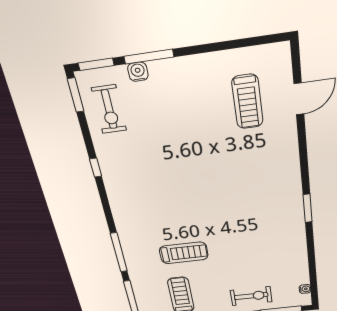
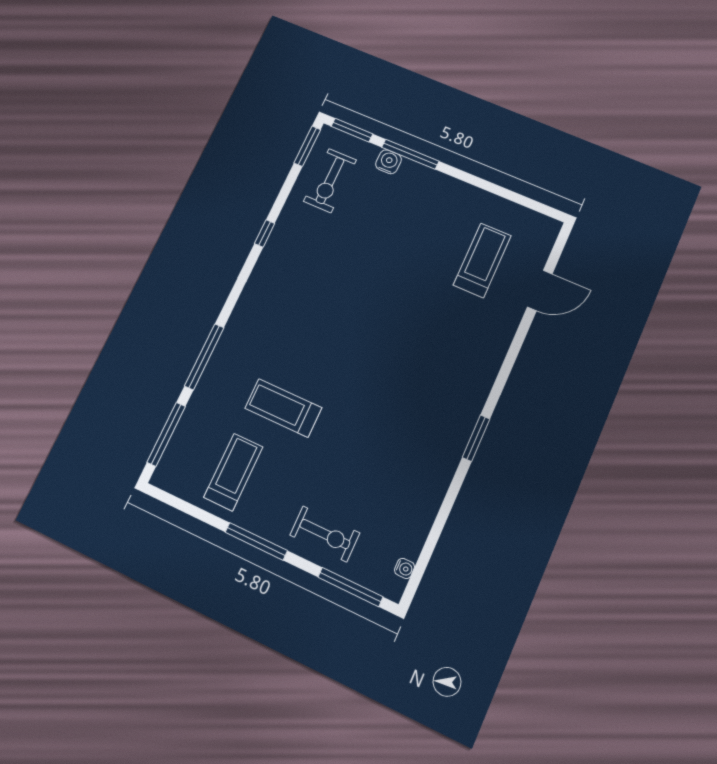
treadmill: (247, 102) -> (482, 260), turned 180
treadmill: (184, 253) -> (283, 408), turned 180

